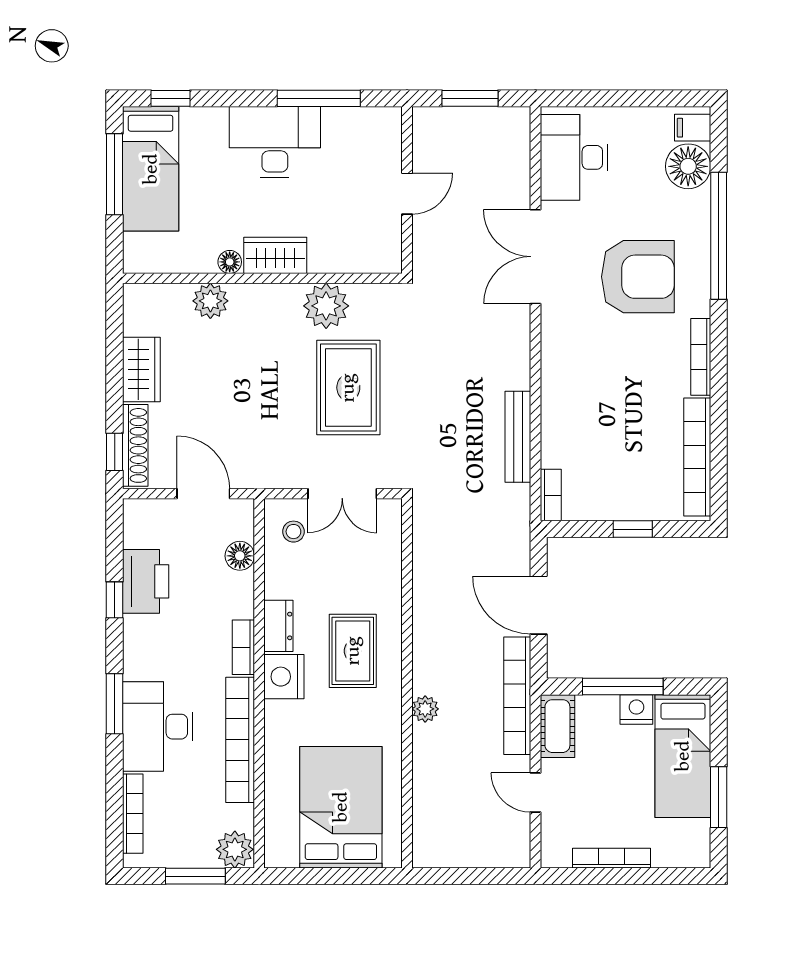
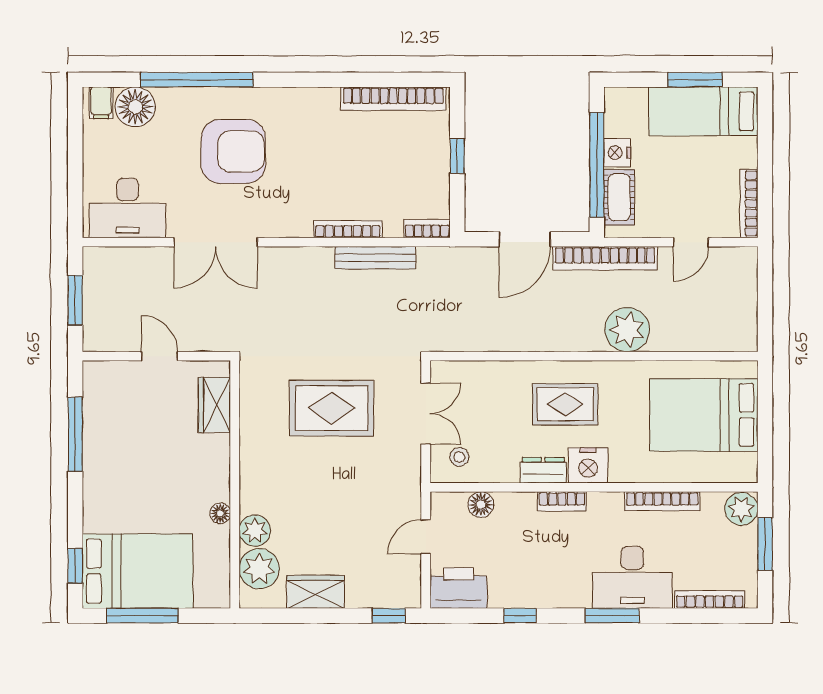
desk: (275, 142) -> (114, 473), removed
bed: (151, 169) -> (138, 571), width x1.50
wardrobe: (275, 255) -> (214, 405), moved
armchair: (638, 277) -> (233, 151), turned 90
plant: (326, 306) -> (259, 569), moved
bookcase: (701, 357) -> (348, 229), moved, turned 180
shoe rack: (135, 445) -> (383, 597), removed
door: (203, 494) -> (426, 537), width x0.73
printer: (146, 581) -> (459, 588), moved
window: (623, 686) -> (597, 165), width x1.46
plant: (425, 709) -> (627, 330), width x1.88, depth x1.88
cot: (557, 726) -> (619, 197), moved, turned 90
bookcase: (240, 740) -> (662, 501), width x0.68, depth x0.76
bed: (683, 756) -> (703, 111), moved, turned 180
bookcase: (611, 858) -> (749, 203), moved

